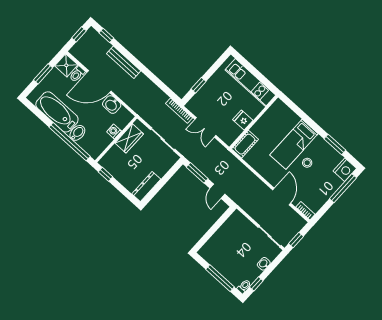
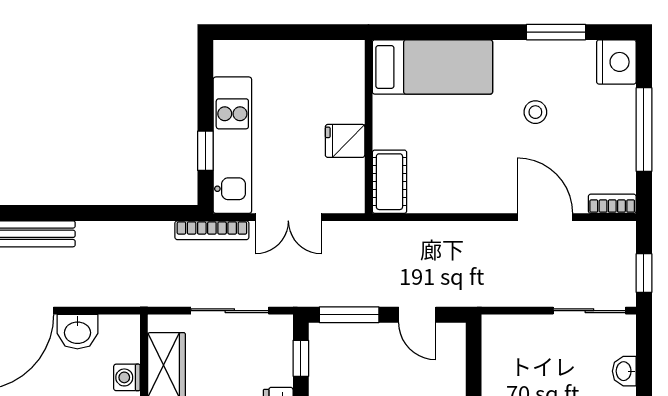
kitchen unit: (250, 83) -> (232, 145), moved, turned -90
bed: (294, 144) -> (432, 67), moved, turned -90
window: (171, 173) -> (301, 358), added
window: (343, 188) -> (644, 130), moved

